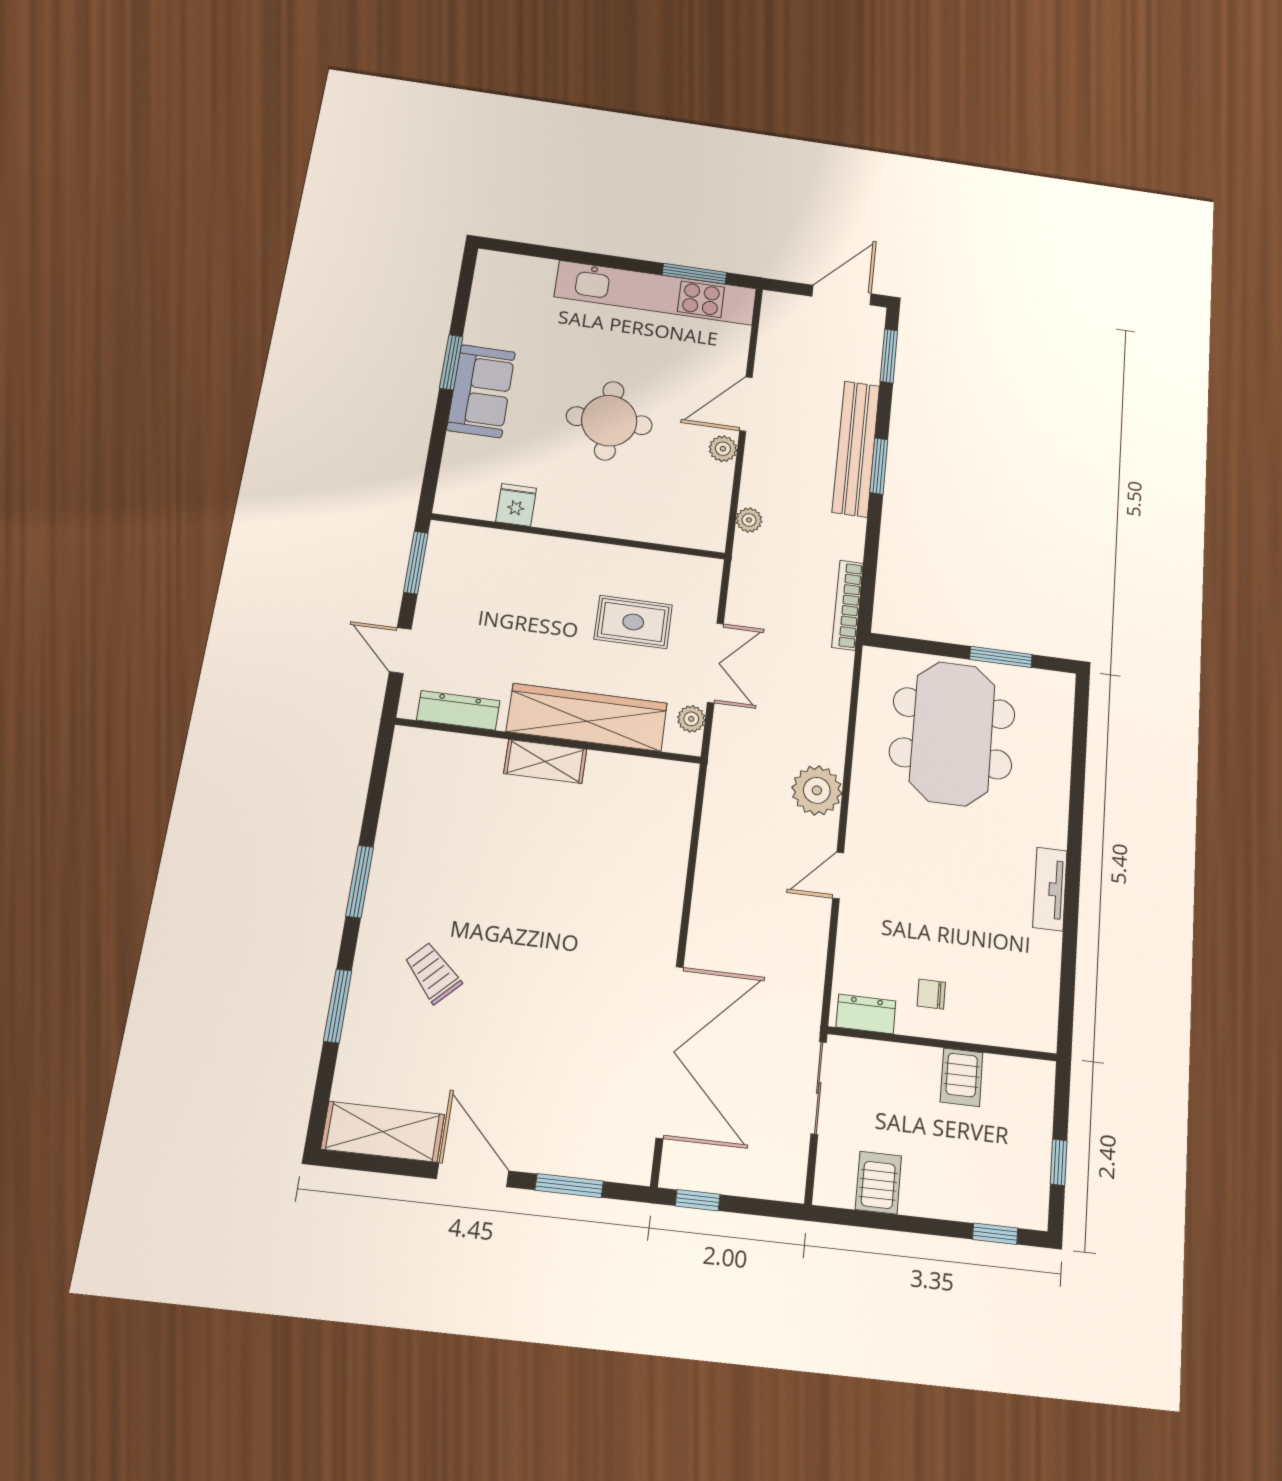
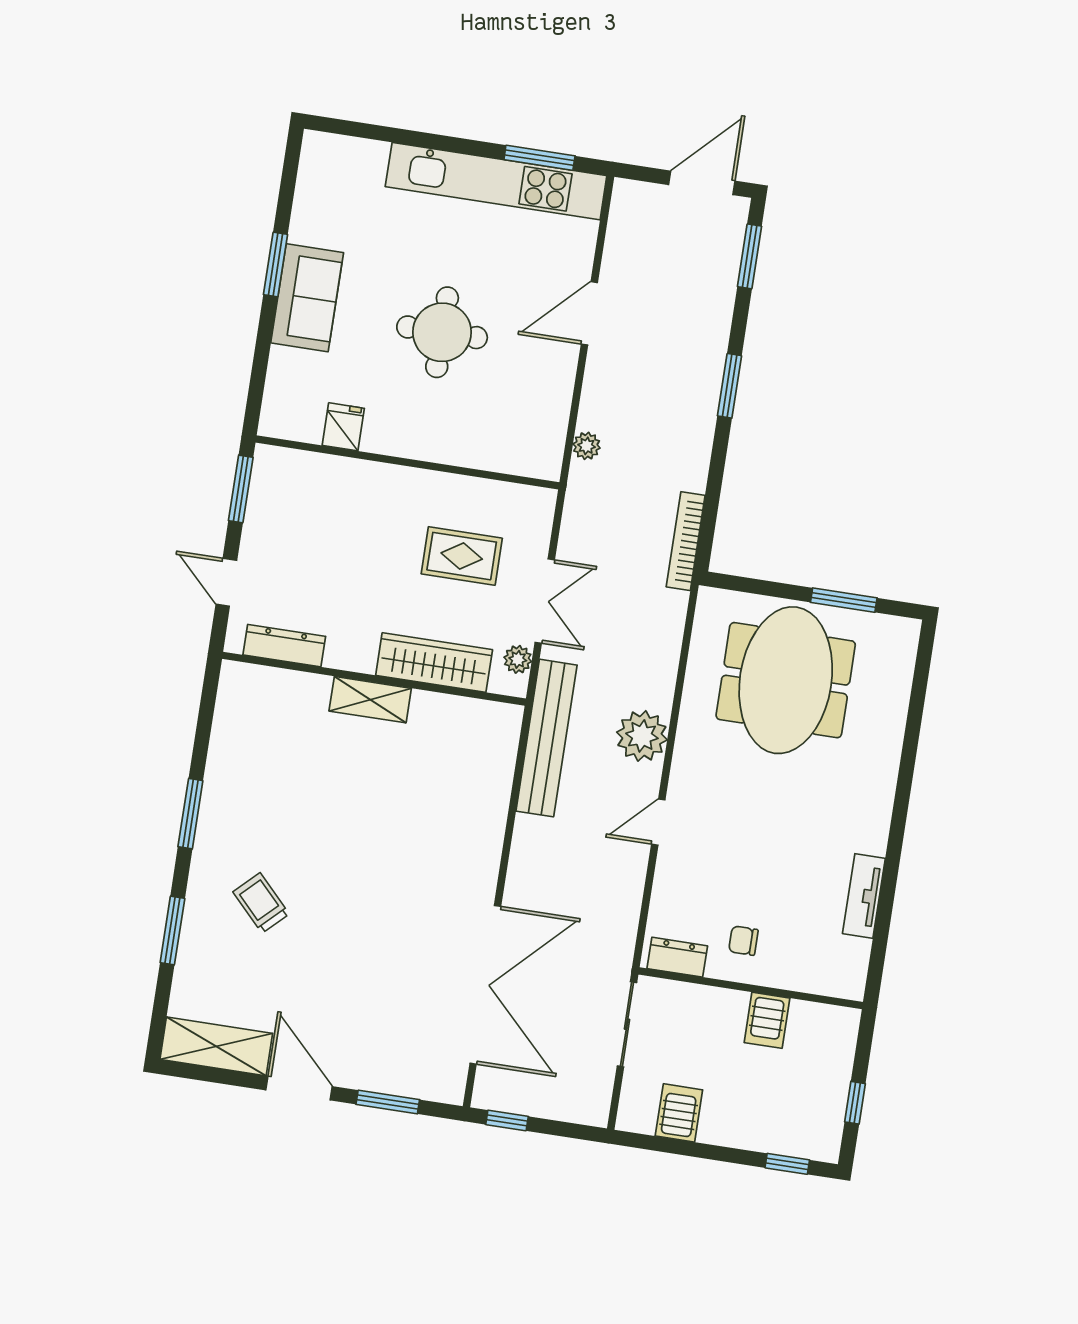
plant: (723, 449) -> (562, 365), removed
bench: (856, 449) -> (547, 738), moved
wardrobe: (587, 717) -> (434, 663), width x0.71, depth x0.85
tv unit: (1050, 889) -> (864, 896), moved

